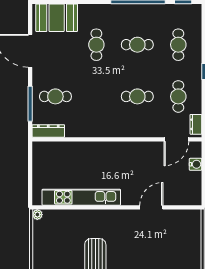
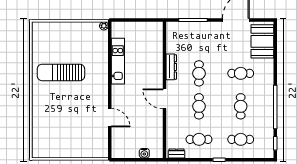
cafe table: (55, 96) -> (199, 73), moved
dresser: (48, 131) -> (171, 67), moved
door: (176, 139) -> (164, 99), moved
kitchen unit: (81, 197) -> (118, 61), width x0.73

